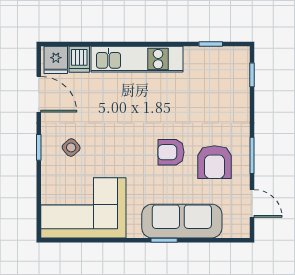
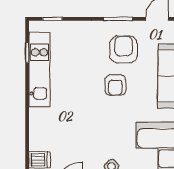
kitchen unit: (137, 59) -> (39, 69), moved
armchair: (215, 162) -> (123, 49), turned -90

